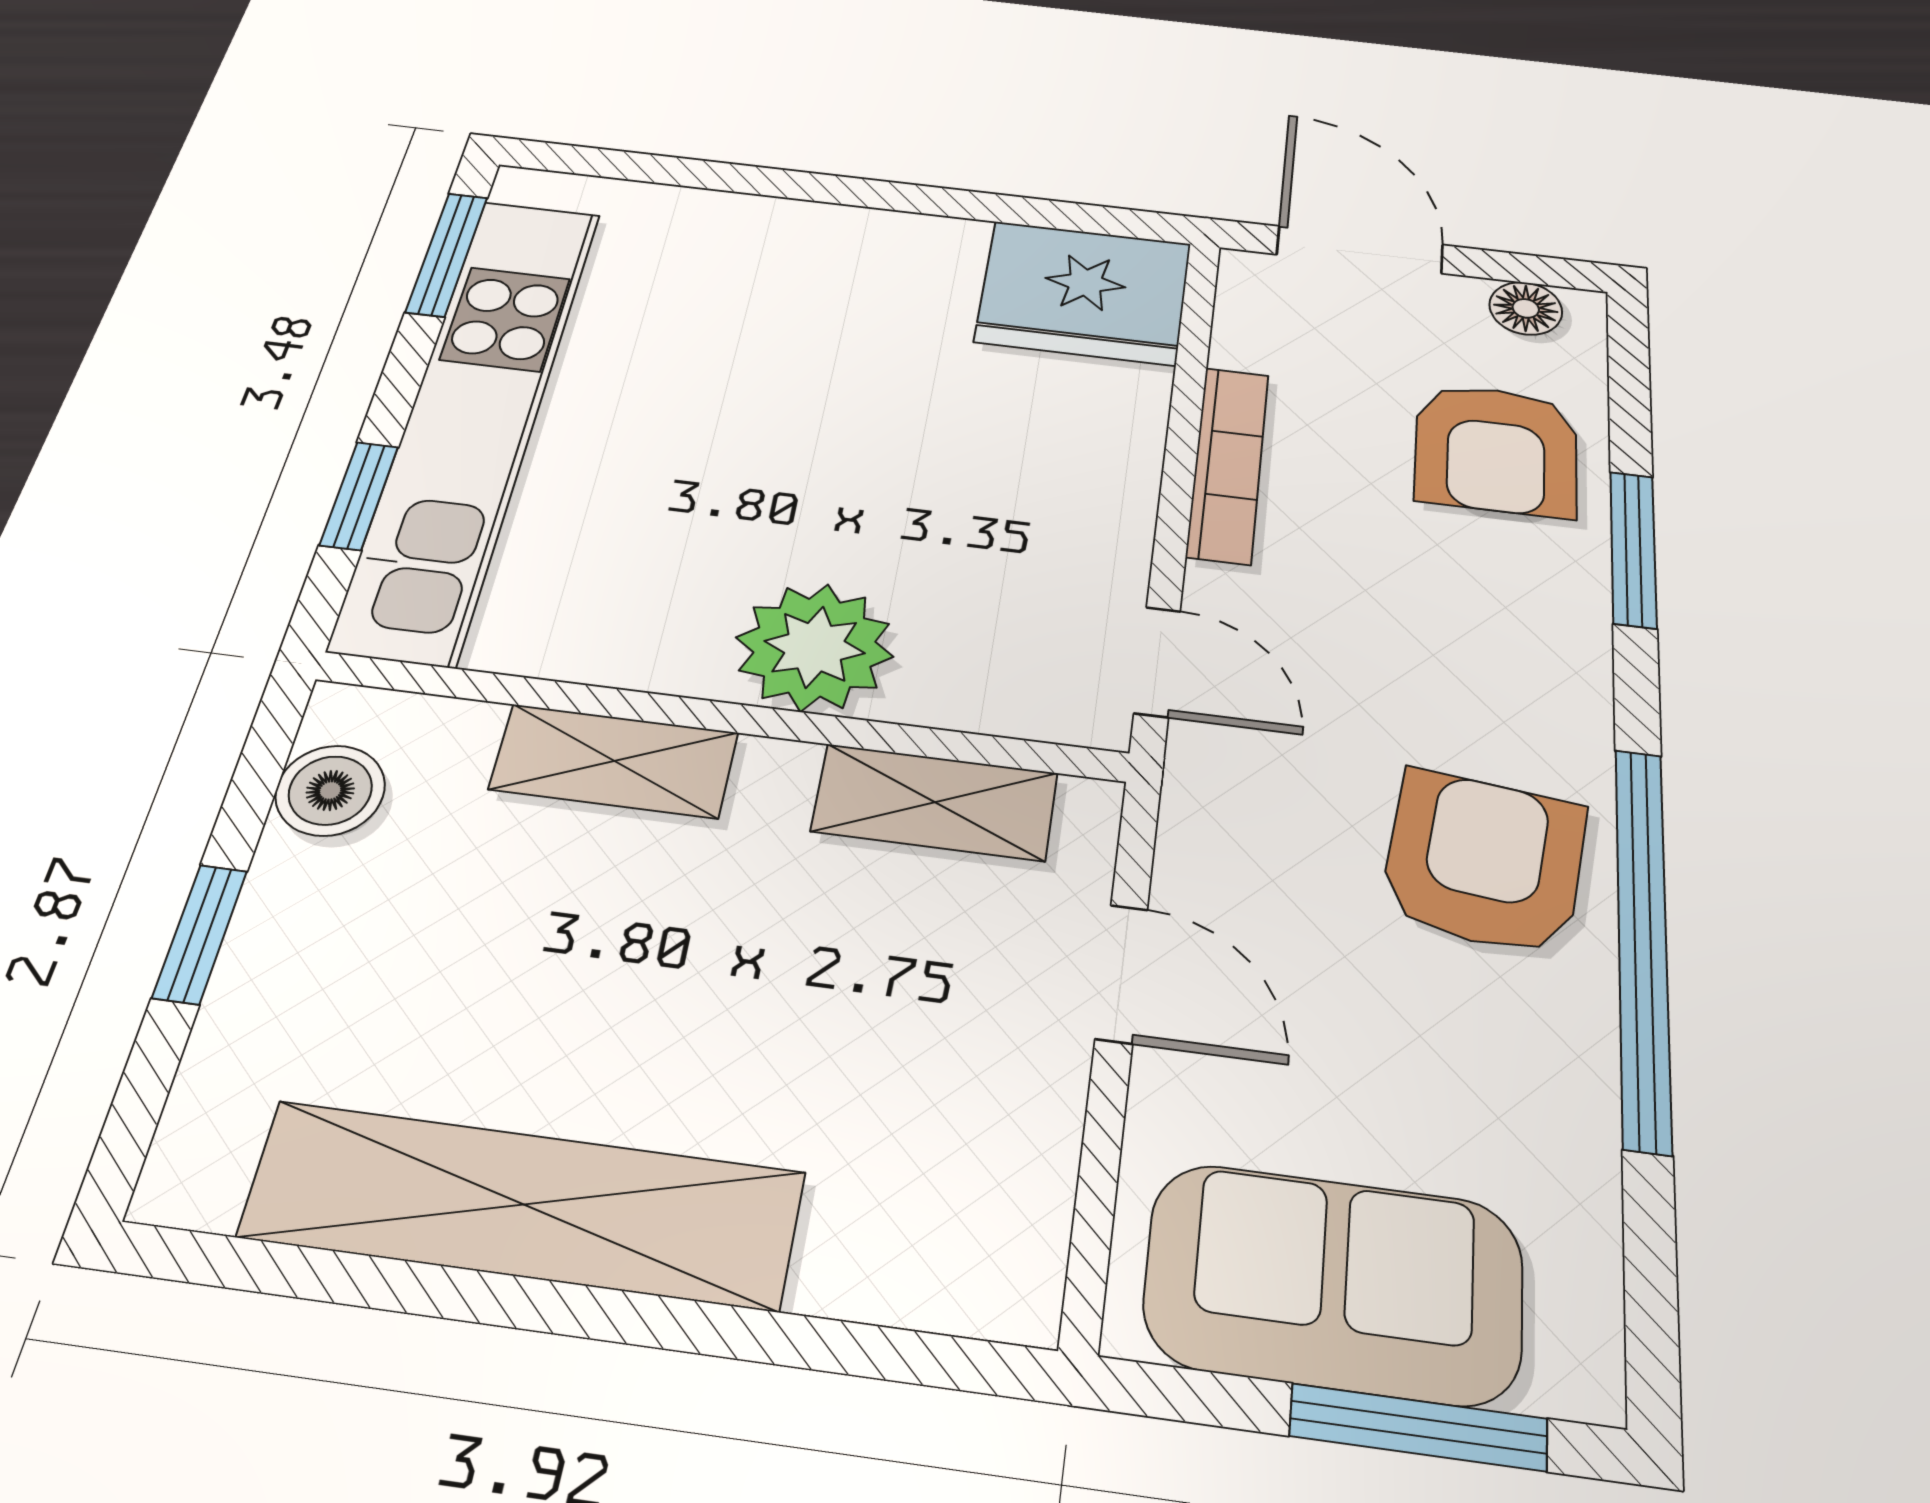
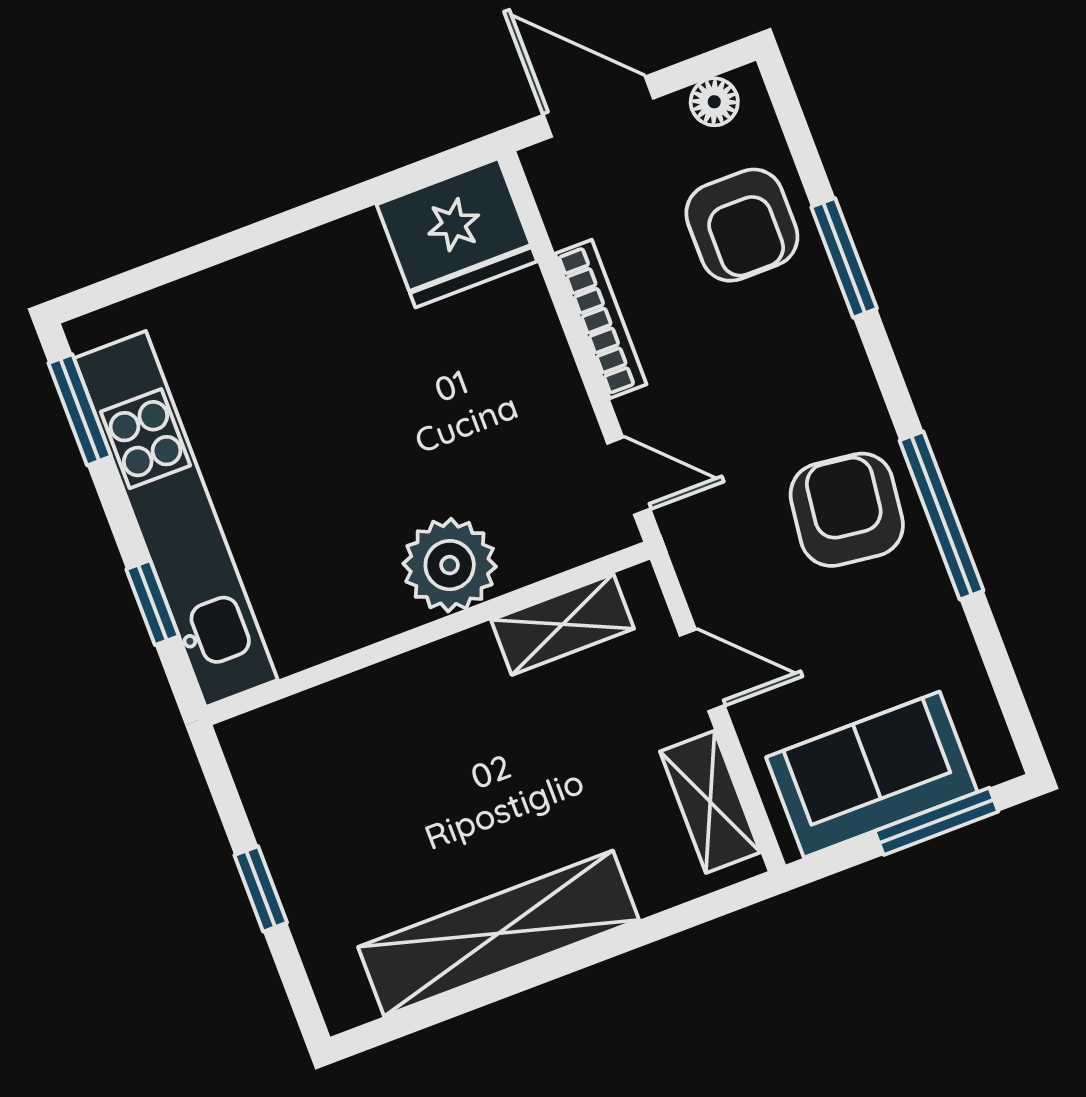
shelving: (614, 761) -> (710, 802), moved, turned 90
boiler: (330, 790) -> (266, 782), removed
window: (1643, 943) -> (942, 516), width x0.68

